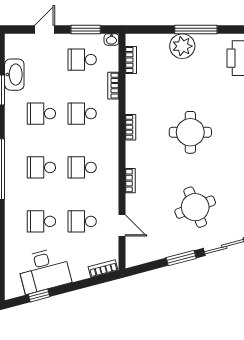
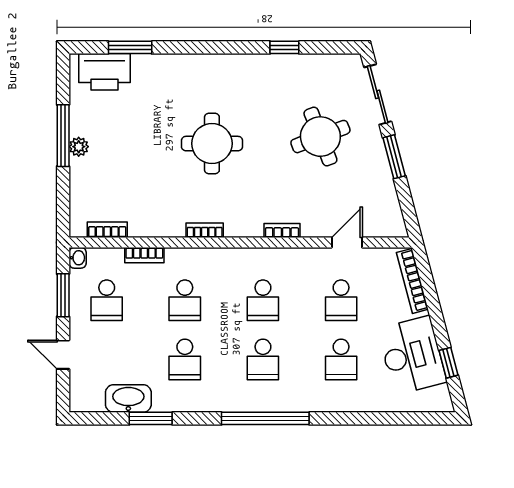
plant: (182, 46) -> (79, 147), width x0.53, depth x0.53
bookcase: (103, 269) -> (412, 281), width x1.56

